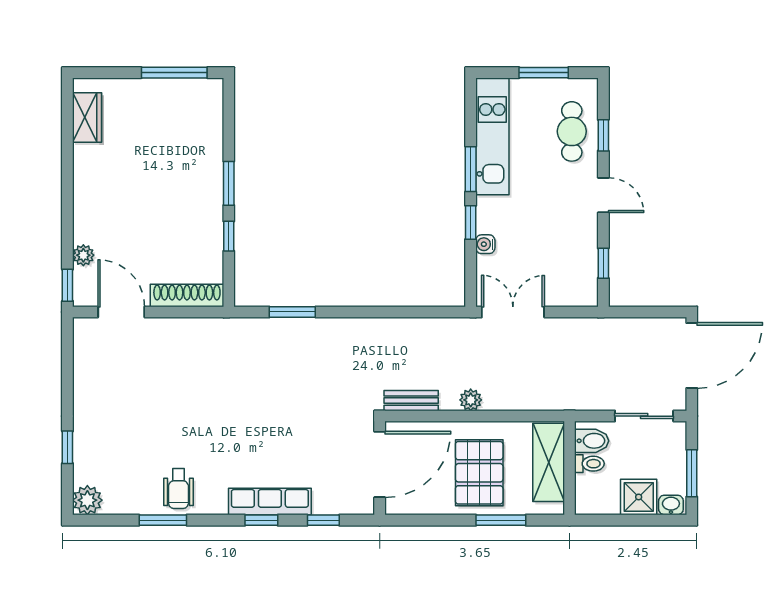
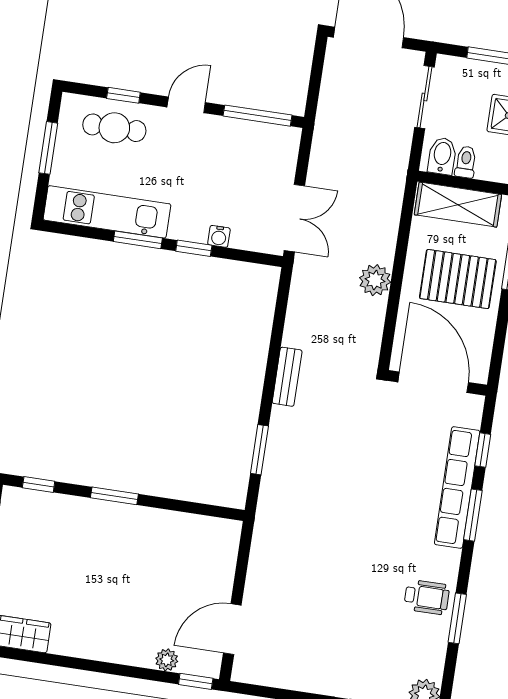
window: (229, 236) -> (39, 484), moved
window: (603, 263) -> (258, 116), width x2.17
shoe rack: (187, 296) -> (225, 558), removed
double door: (513, 312) -> (294, 218), swing flipped
plant: (471, 400) -> (375, 280), width x1.38, depth x1.38
bench: (411, 401) -> (287, 377), moved
row of seats: (270, 502) -> (457, 487), width x1.36
window: (261, 520) -> (473, 515), width x1.50

